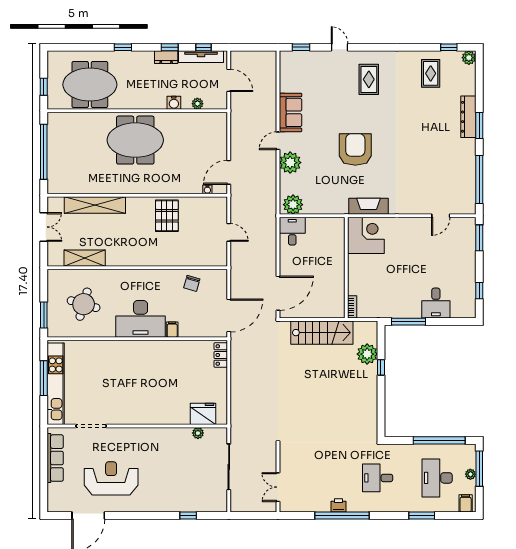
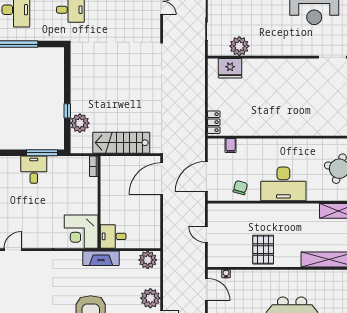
door: (229, 172) -> (206, 289), hinge flipped
fireplace: (369, 206) -> (101, 258), moved
desk: (292, 231) -> (113, 236), moved, turned 90
desk: (436, 303) -> (34, 170), moved
door: (229, 315) -> (206, 177), moved
desk: (141, 319) -> (283, 184), moved, turned 180
filing cabinet: (172, 330) -> (231, 145), moved
plant: (198, 433) -> (239, 46), width x1.87, depth x1.87

